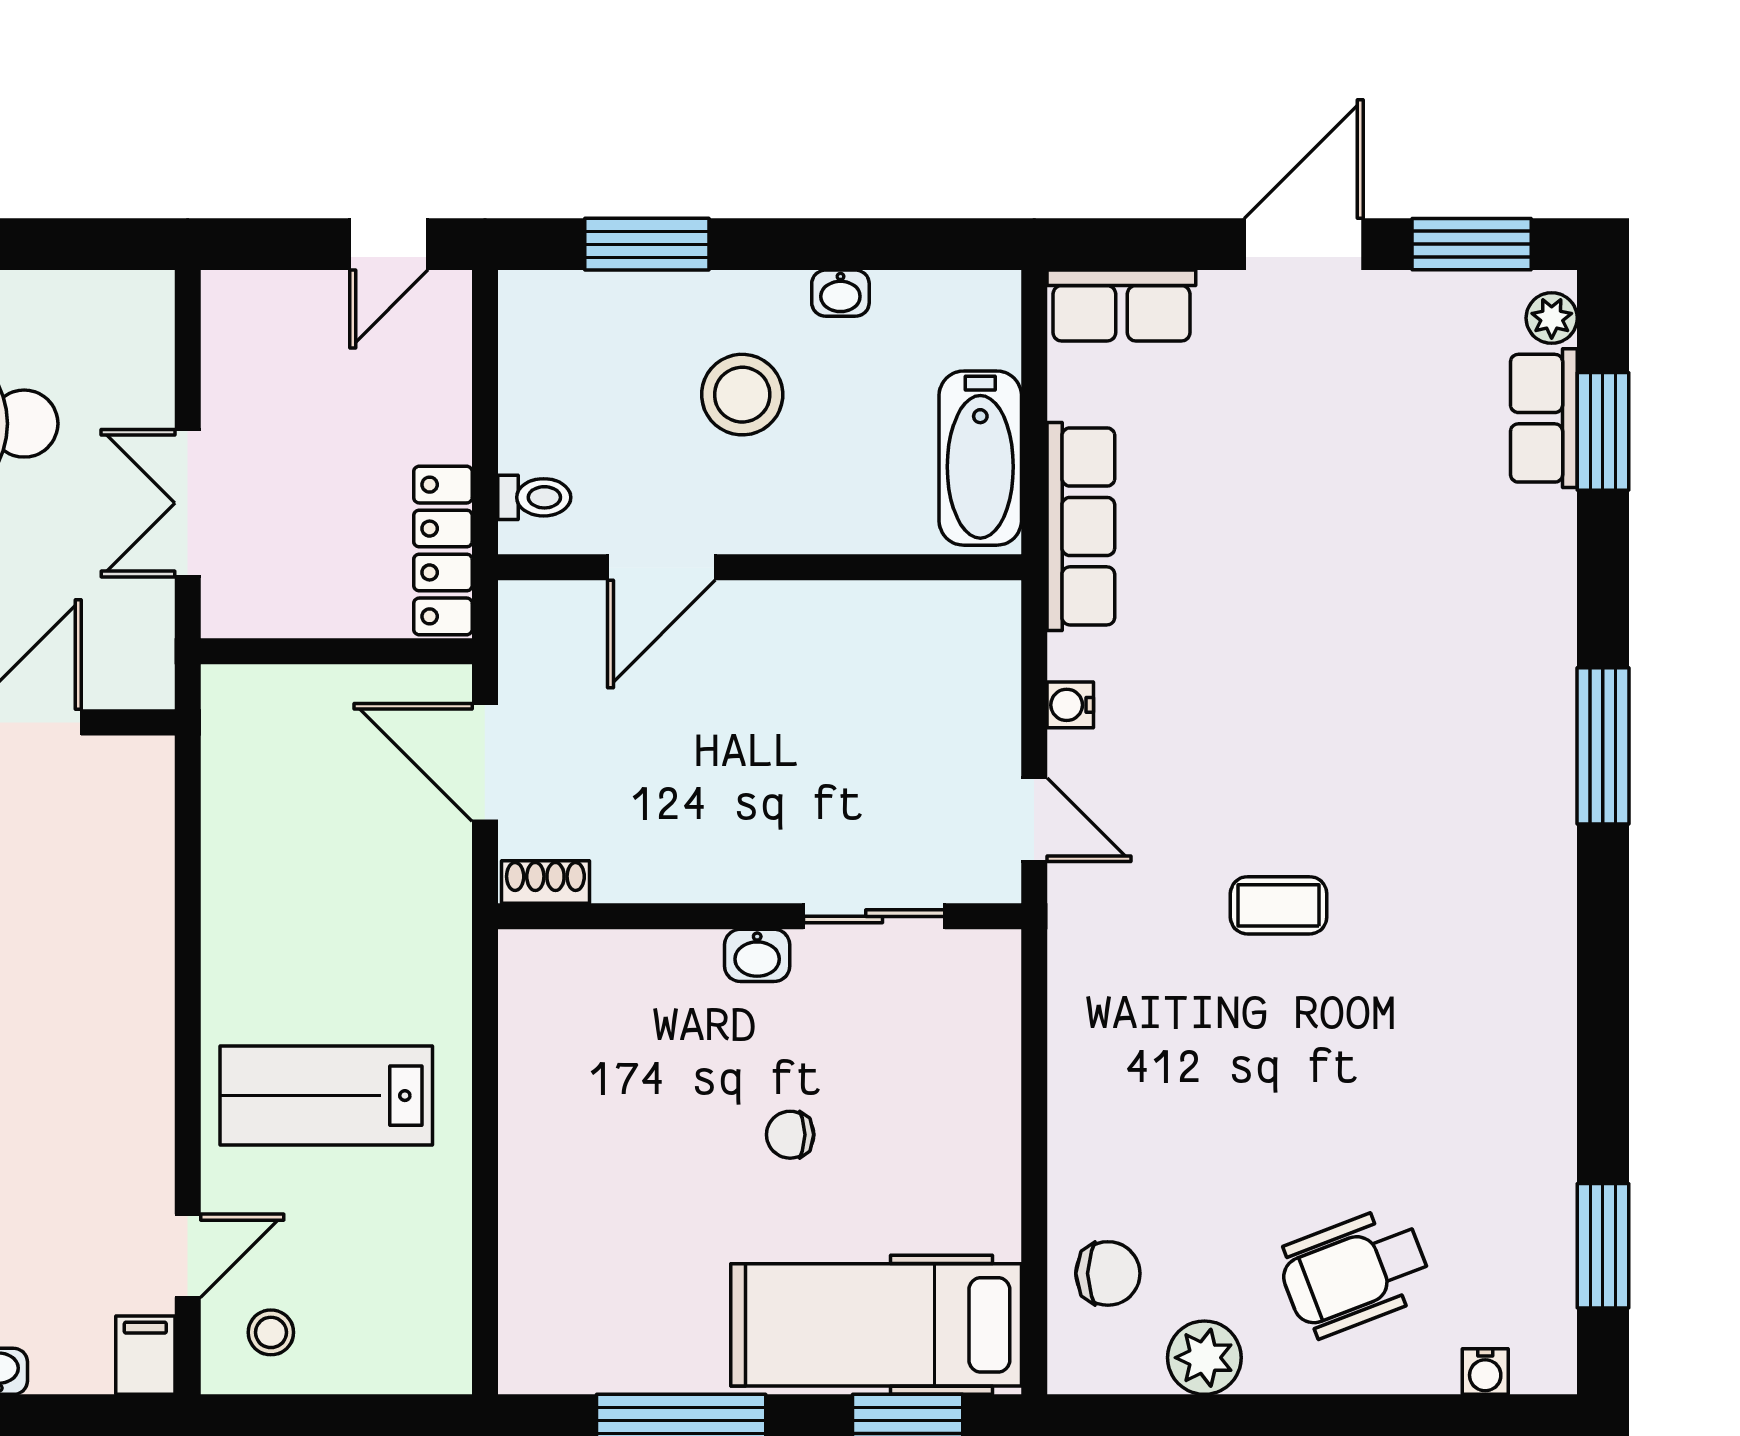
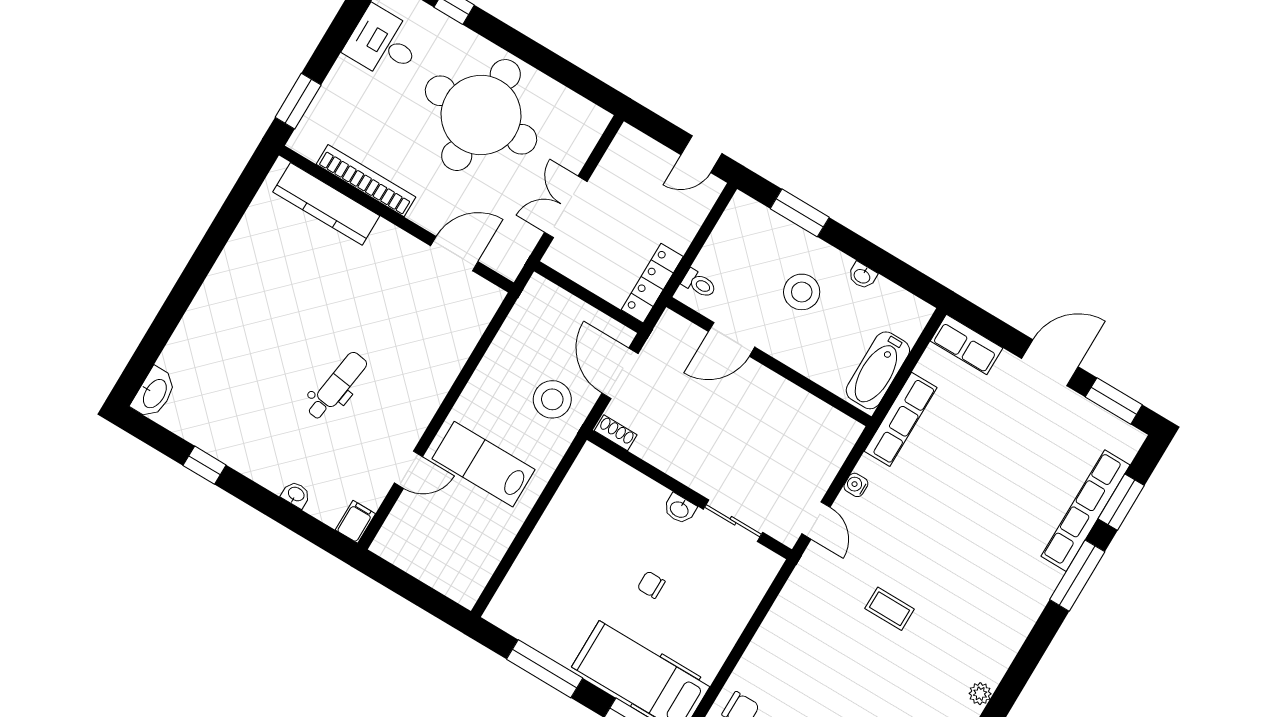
plant: (1552, 318) -> (980, 694), moved
row of seats: (1544, 418) -> (1086, 511), width x2.02
window: (1603, 746) -> (1077, 576), moved
door: (188, 1256) -> (408, 470), moved
stool: (271, 1332) -> (552, 399), moved, width x1.89, depth x1.89

